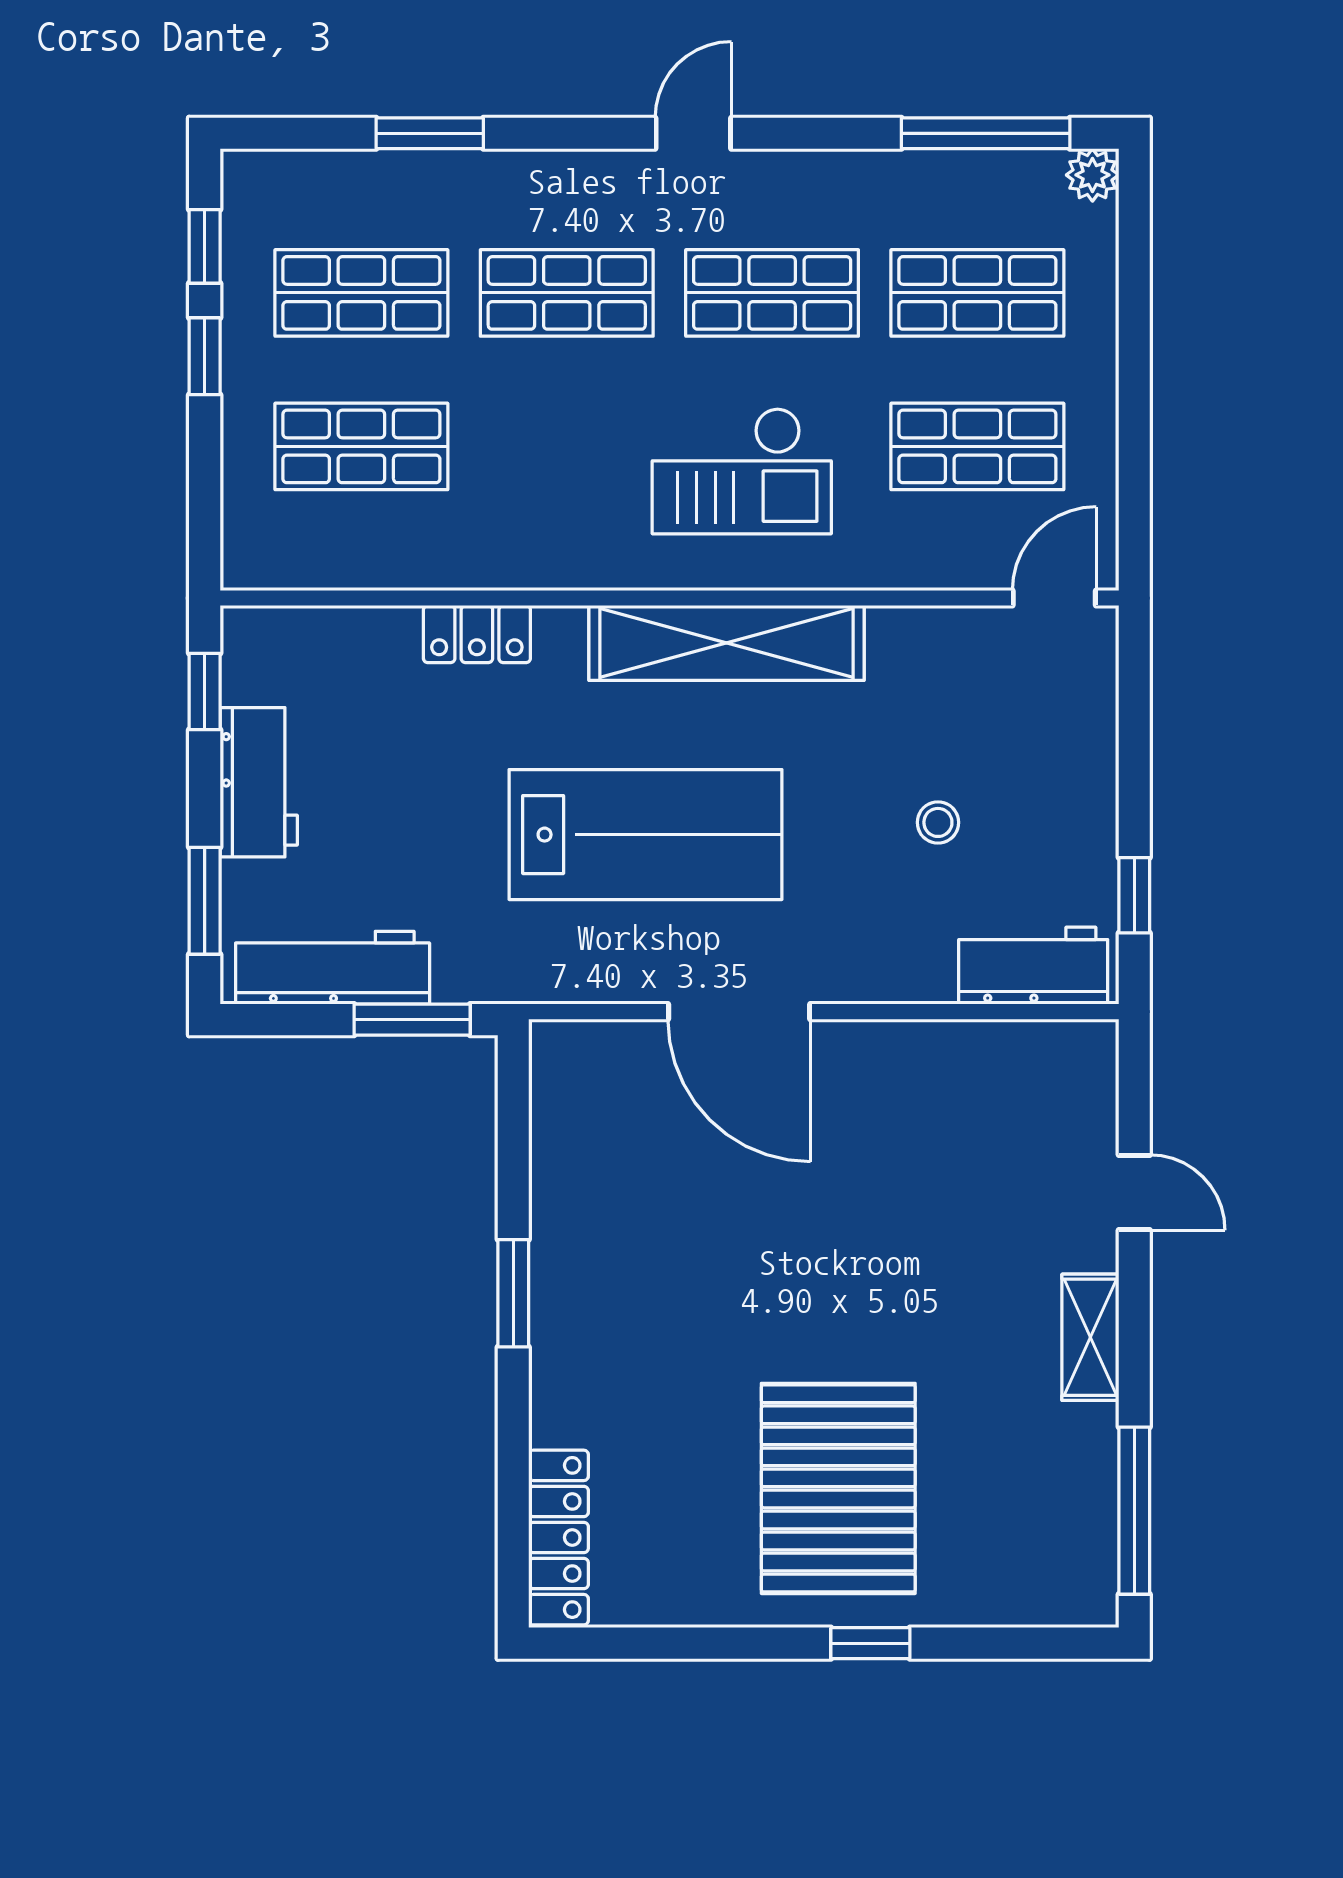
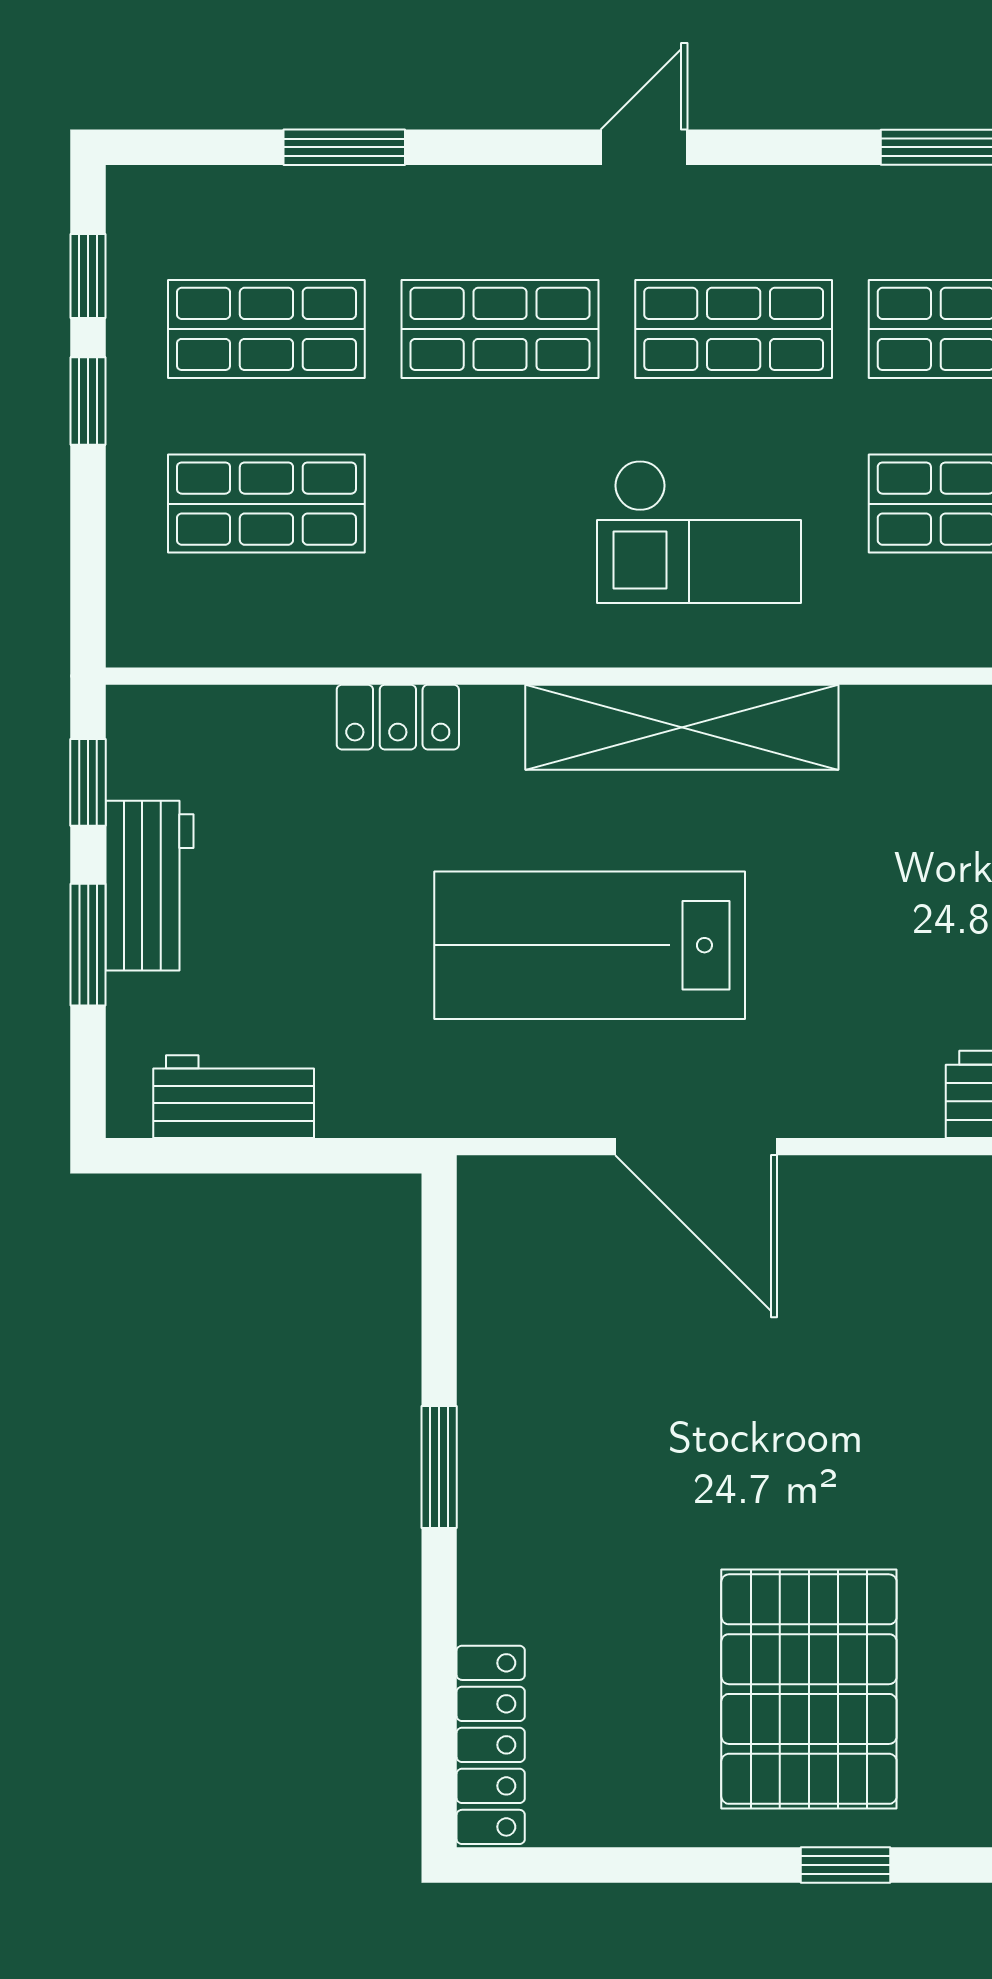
stool: (938, 822) -> (922, 931), removed
lab bench: (645, 835) -> (590, 945), turned 180
window: (205, 901) -> (88, 945), moved
workbench: (333, 968) -> (234, 1097), width x0.73
window: (412, 1020) -> (324, 1156), removed

